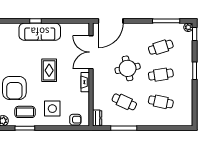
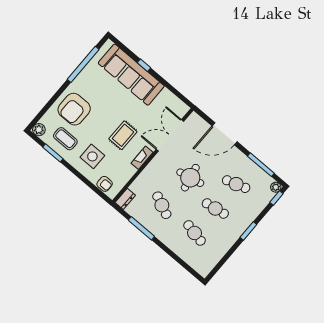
door: (111, 21) -> (225, 134), moved
sofa: (40, 32) -> (131, 75), width x1.36, depth x1.27
rug: (49, 70) -> (123, 135), moved

